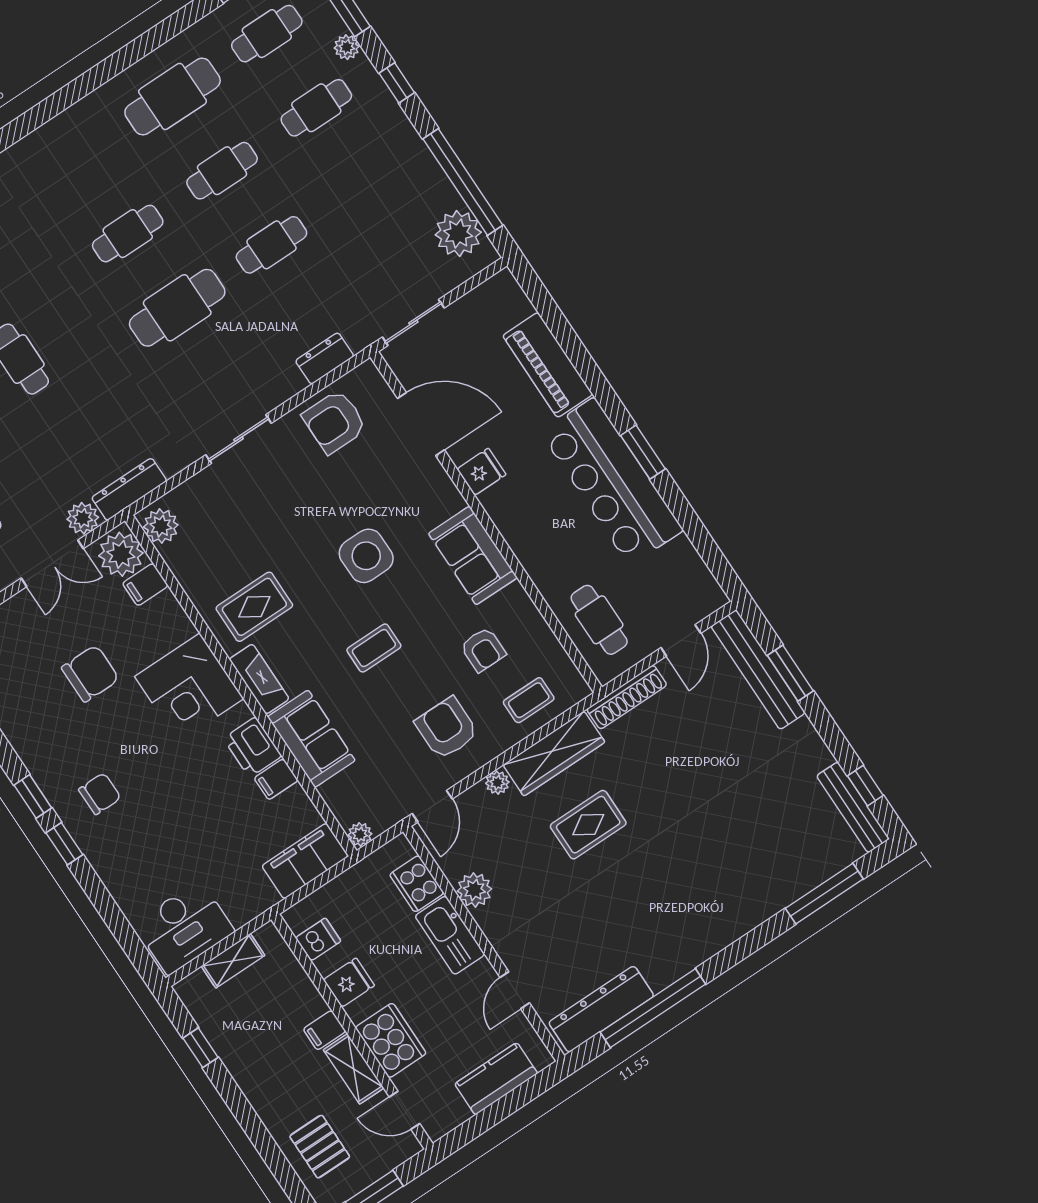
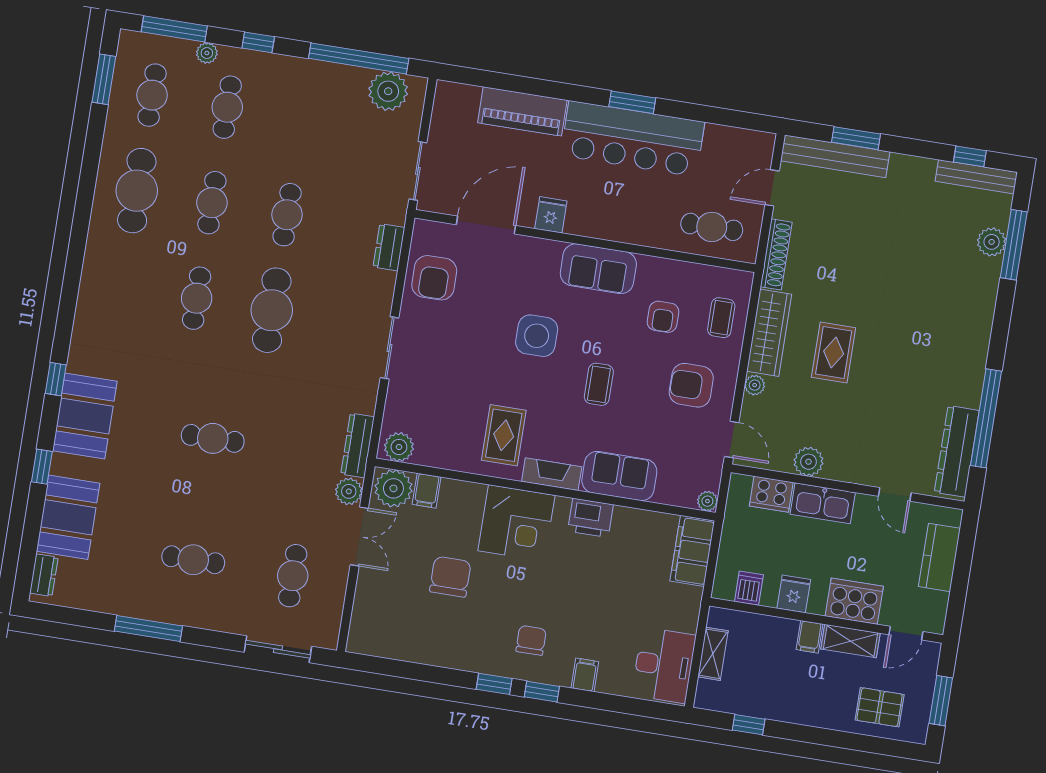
door: (681, 640) -> (772, 188), swing flipped
armchair: (483, 649) -> (663, 317), turned 90
filing cabinet: (276, 779) -> (585, 675), moved, turned 180
plant: (809, 872) -> (992, 242), added

